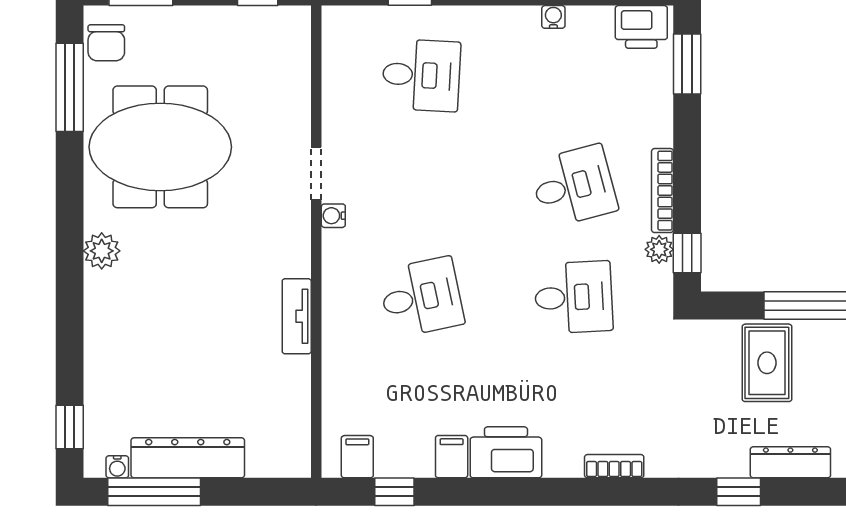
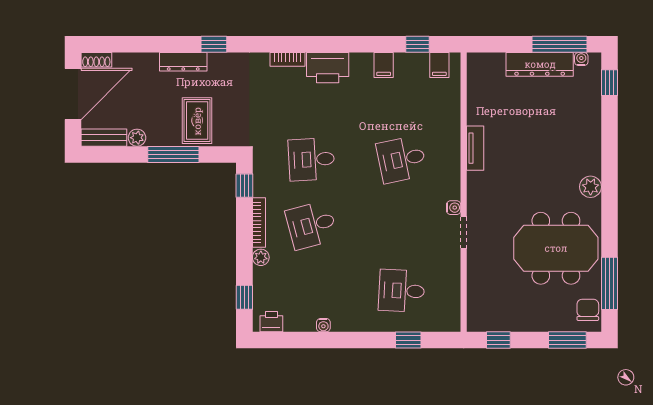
printer: (641, 27) -> (271, 322), width x0.73, depth x0.81
window: (687, 64) -> (244, 297), width x0.67
plant: (659, 249) -> (261, 257), moved
printer: (506, 452) -> (328, 68), moved

